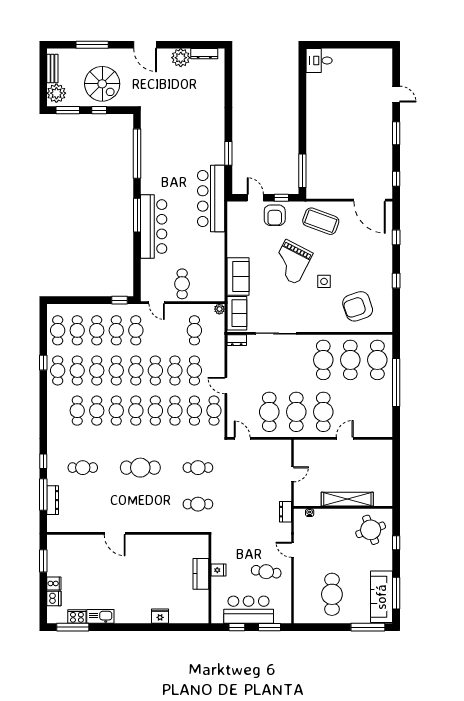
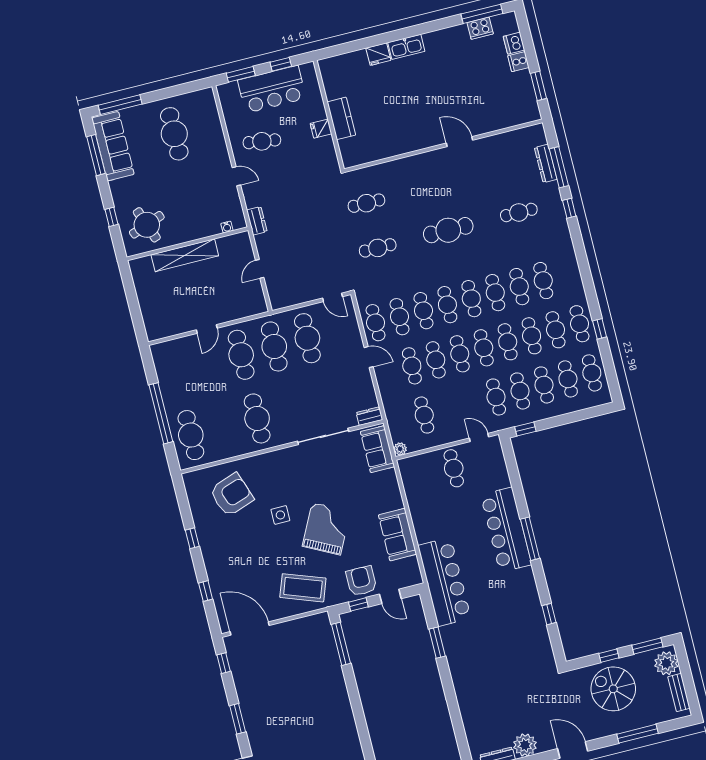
window: (137, 154) -> (549, 614), width x0.32
sofa: (238, 276) -> (397, 535), moved
cafe table: (350, 360) -> (224, 427), removed
kitchen sink: (100, 616) -> (406, 47), moved

